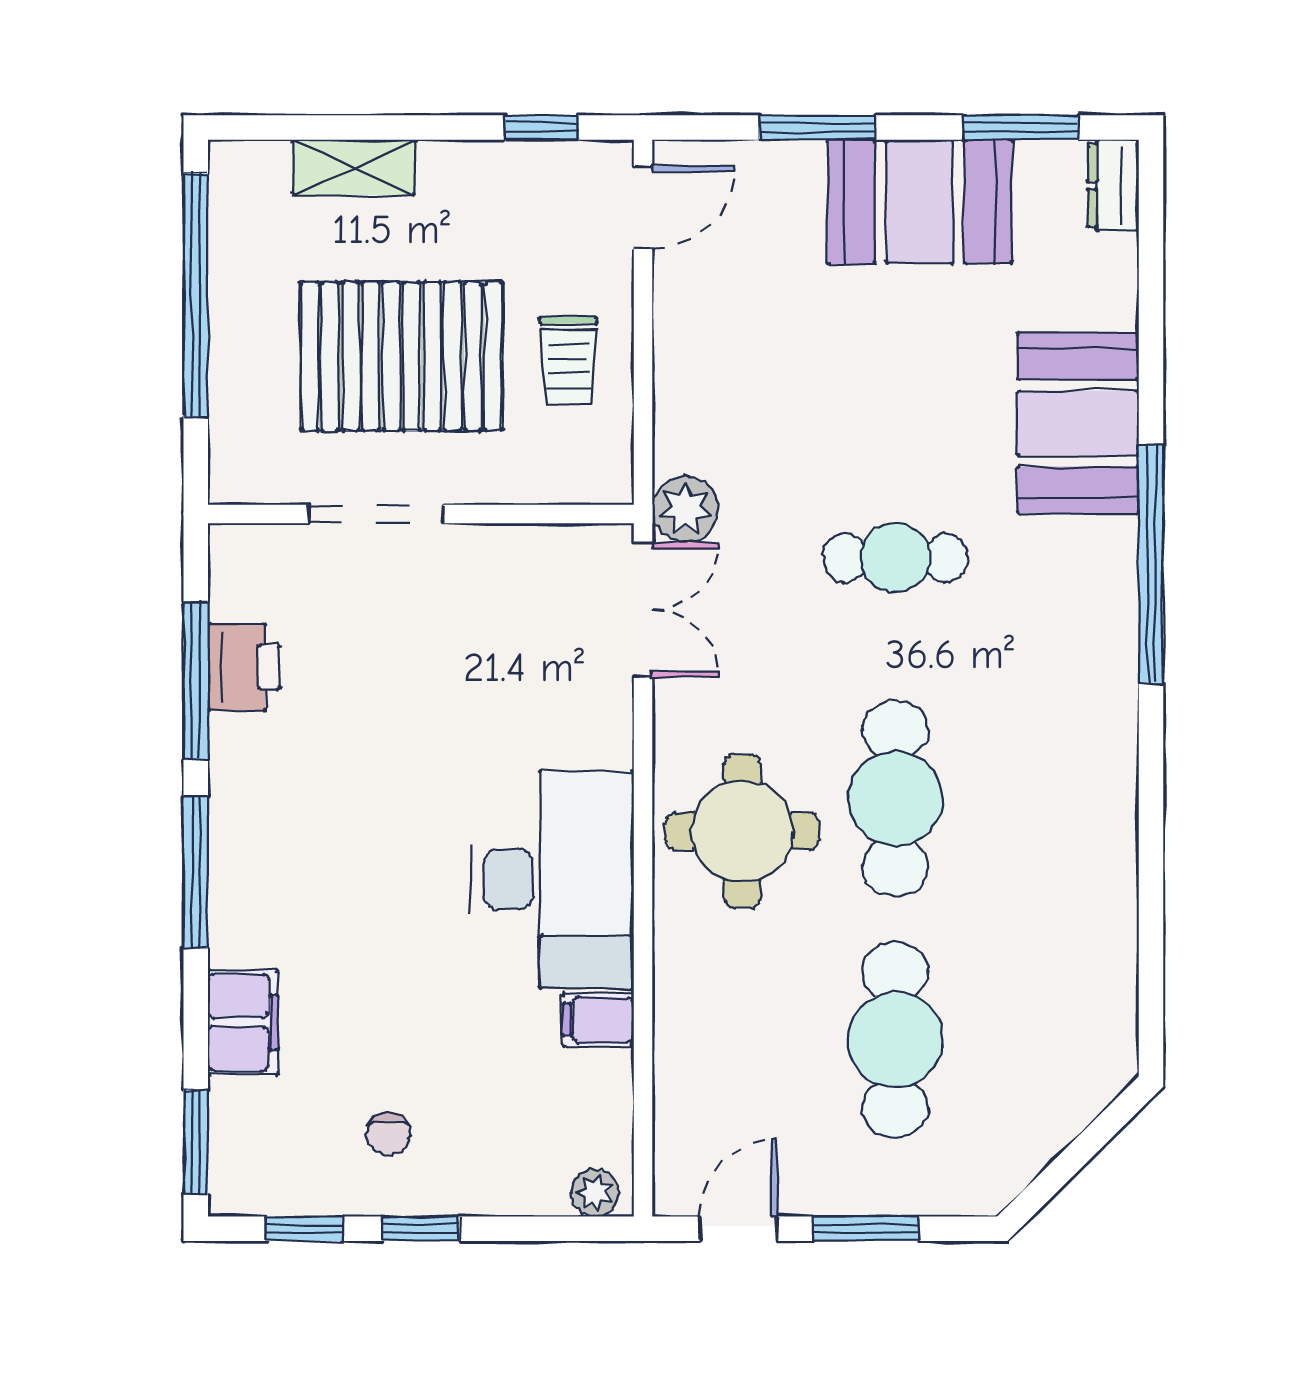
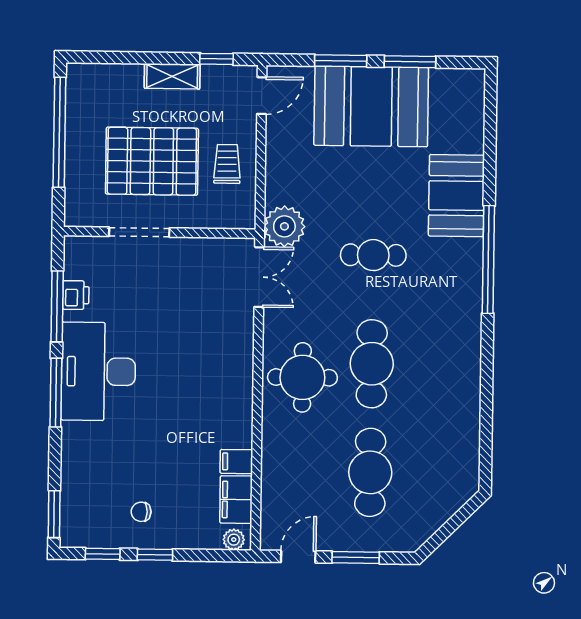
window: (1021, 128) -> (410, 62), moved
shelving: (354, 167) -> (172, 76), moved
dresser: (1113, 185) -> (474, 89), removed
booth: (920, 202) -> (371, 106), width x1.36, depth x1.42
trolley: (568, 360) -> (227, 164), turned 180
plant: (685, 509) -> (284, 226), width x1.36, depth x1.36
printer: (244, 667) -> (76, 295), width x0.73, depth x0.81
desk: (552, 879) -> (98, 371), moved, turned 180
filing cabinet: (243, 1022) -> (236, 500), moved, turned 180
chair: (388, 1134) -> (141, 512), turned 90

